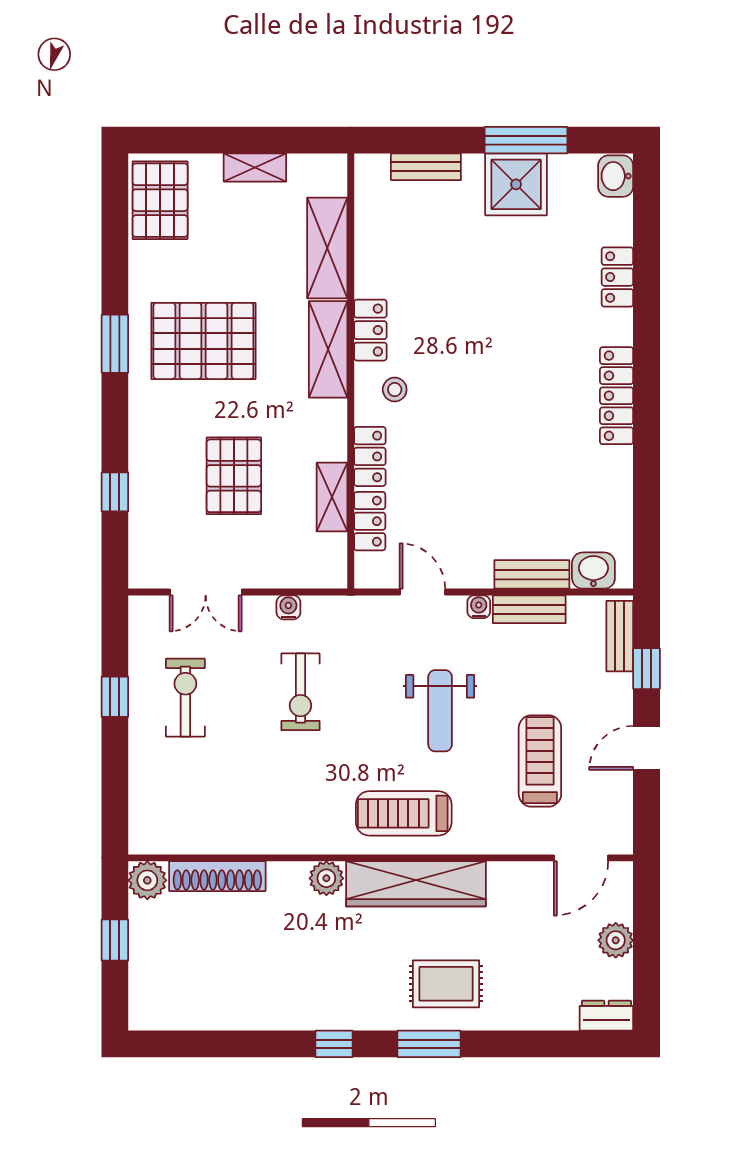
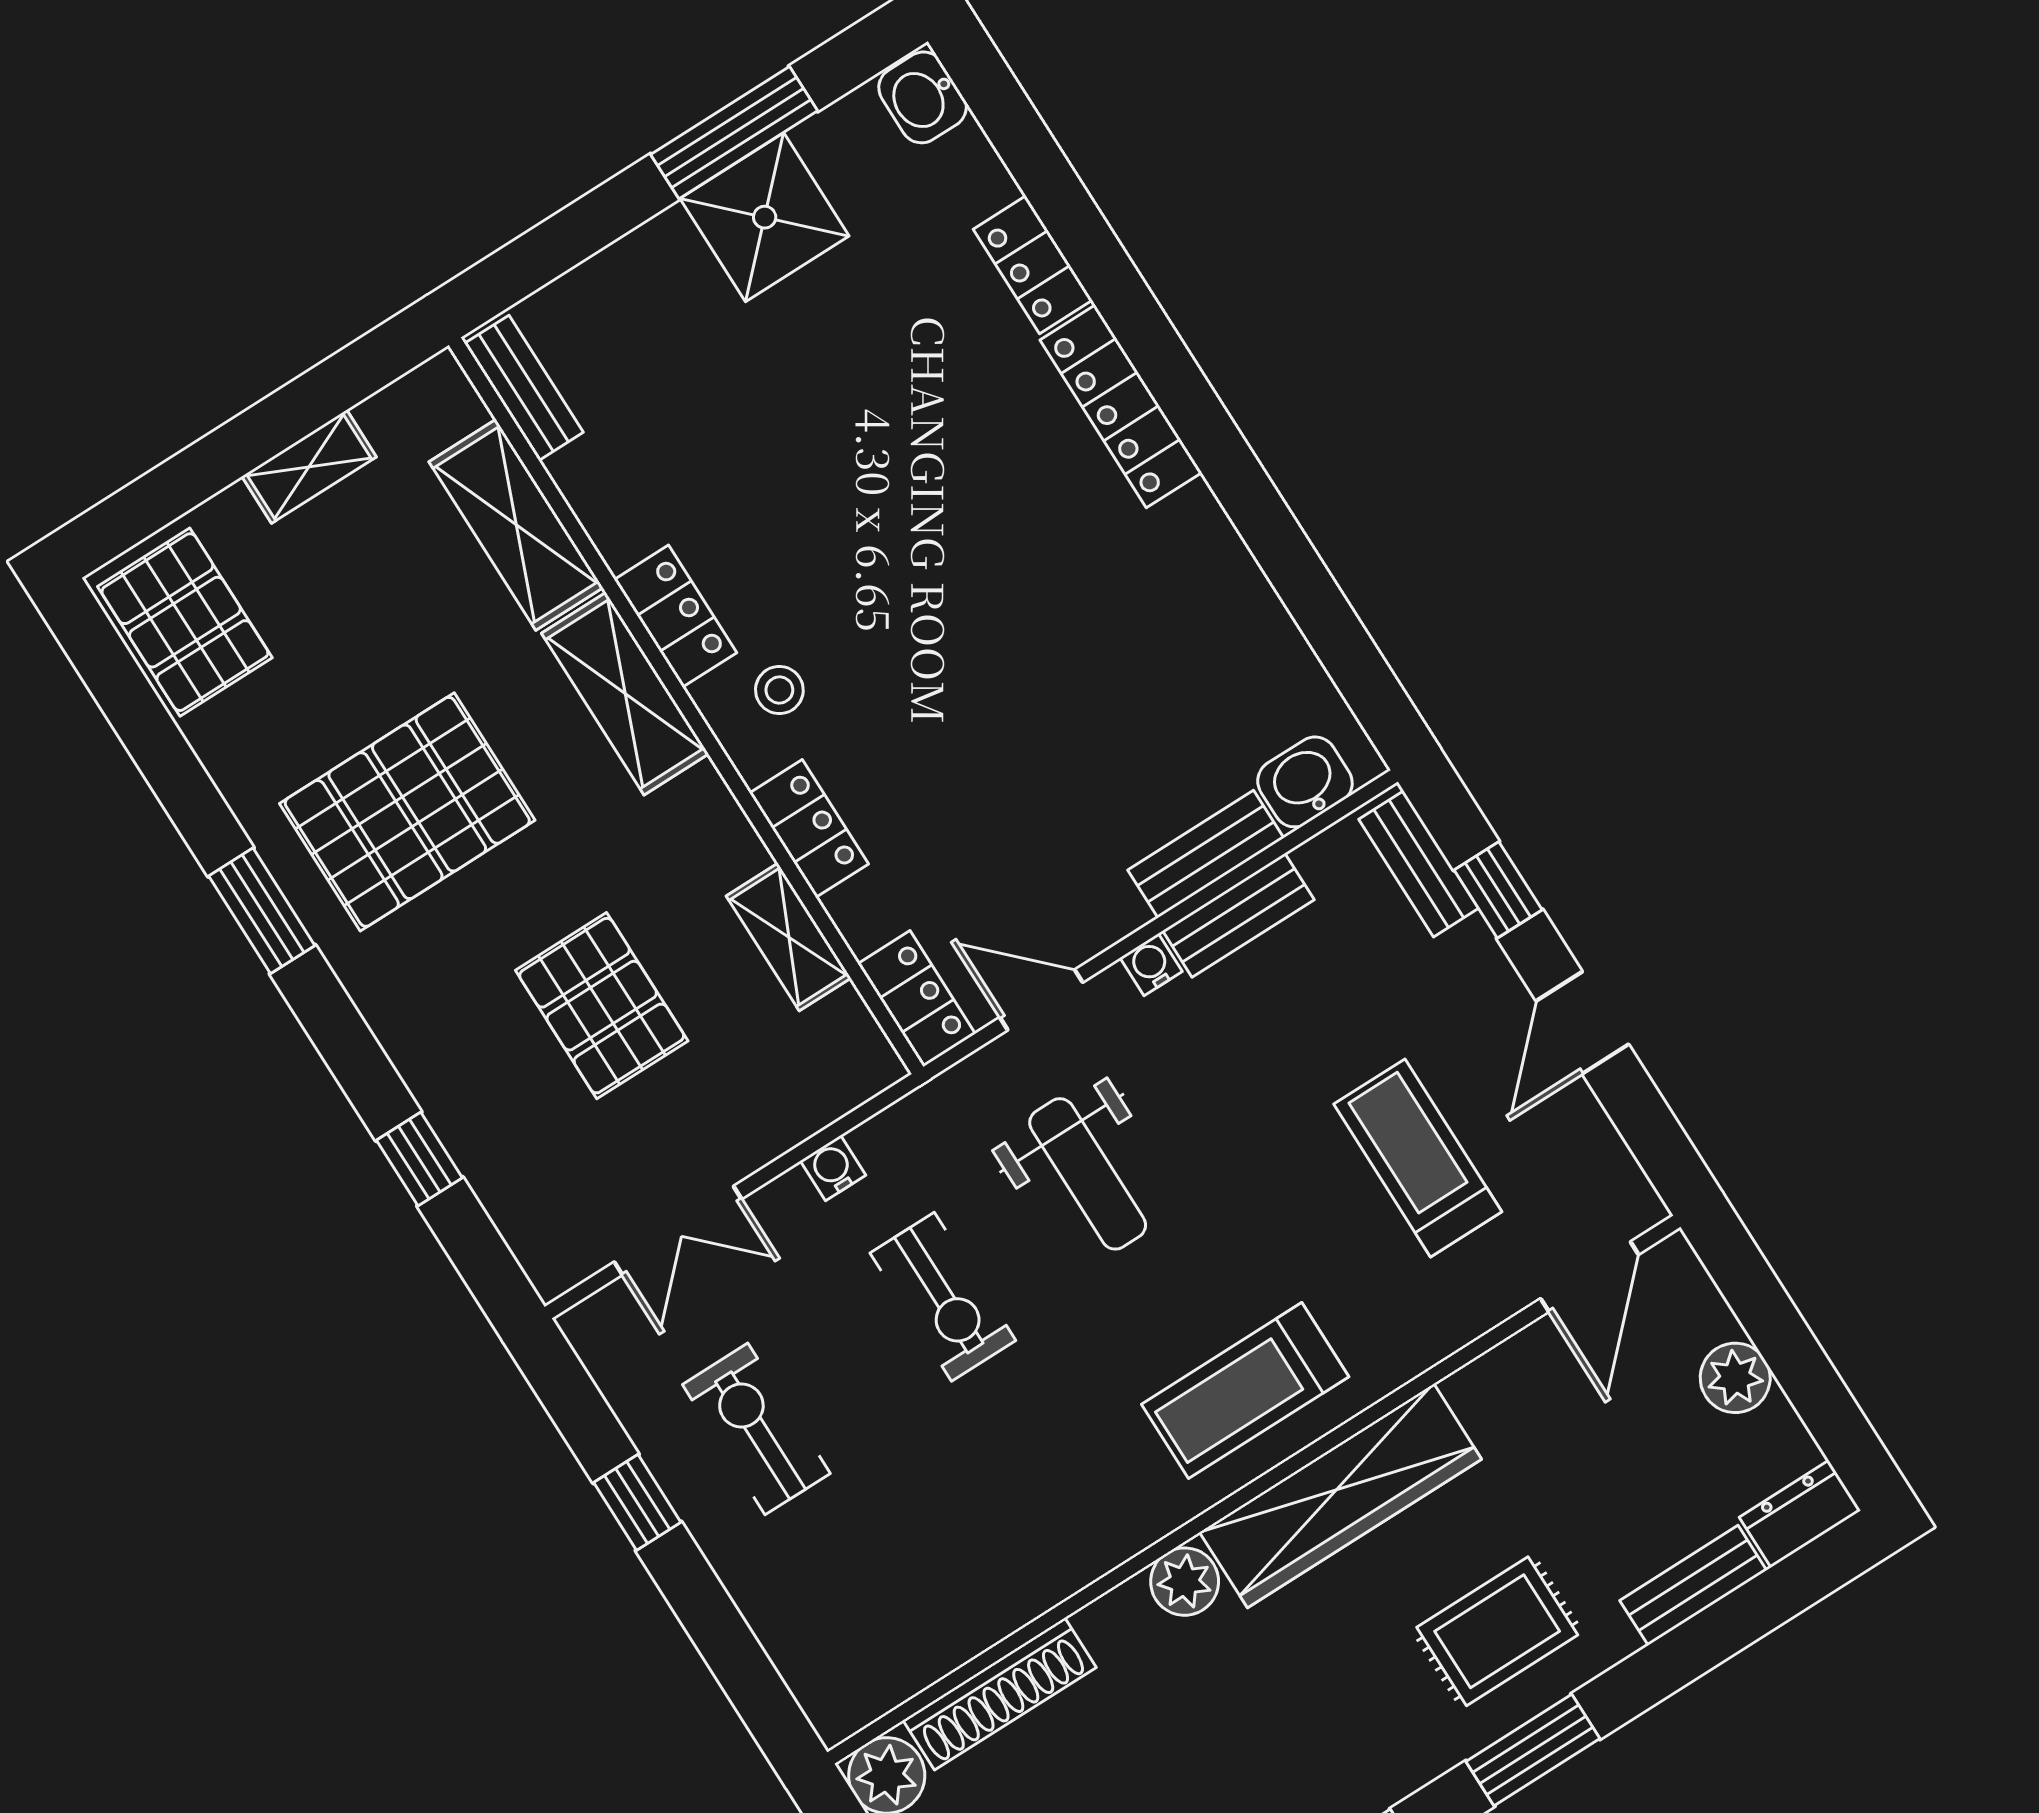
bench: (426, 167) -> (524, 388), moved, turned 90
locker: (617, 396) -> (1121, 406), moved
locker: (370, 521) -> (917, 999), moved
weight bench: (440, 711) -> (1088, 1174), moved
bench: (542, 1017) -> (1693, 1585), added

